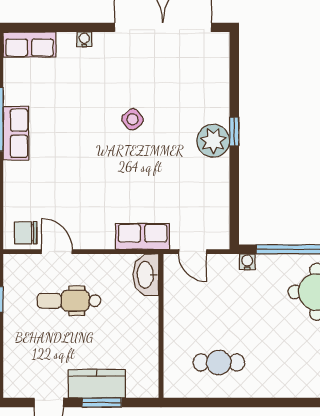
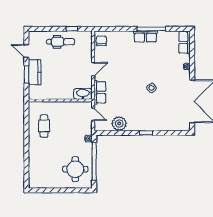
plant: (213, 141) -> (119, 124), moved
door: (57, 252) -> (93, 69), moved
door: (193, 252) -> (93, 114), swing flipped
dental chair: (69, 301) -> (60, 42), moved, turned 90

